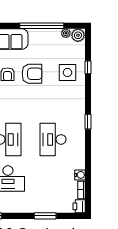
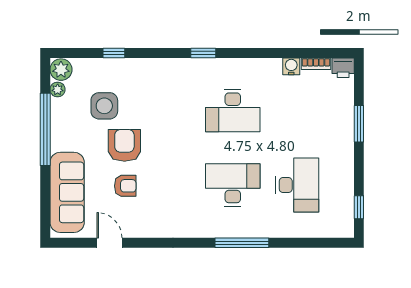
side table: (67, 72) -> (104, 106), moved

